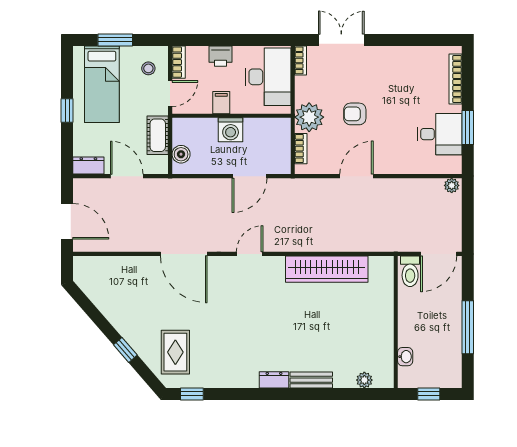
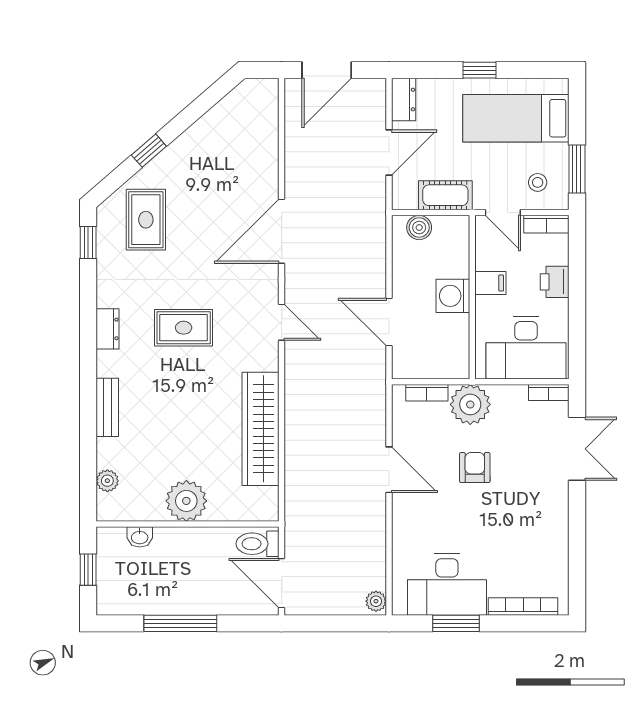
window: (115, 40) -> (577, 169), moved
desk: (440, 134) -> (447, 584), width x1.37
plant: (379, 323) -> (186, 501), added
rug: (254, 325) -> (184, 328), added
rug: (175, 352) -> (146, 220), turned 90
dresser: (274, 380) -> (108, 329), moved

